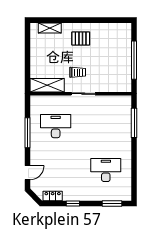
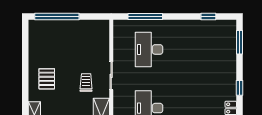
window: (134, 60) -> (57, 17), moved
desk: (106, 170) -> (149, 49), moved
window: (134, 177) -> (208, 17), added

